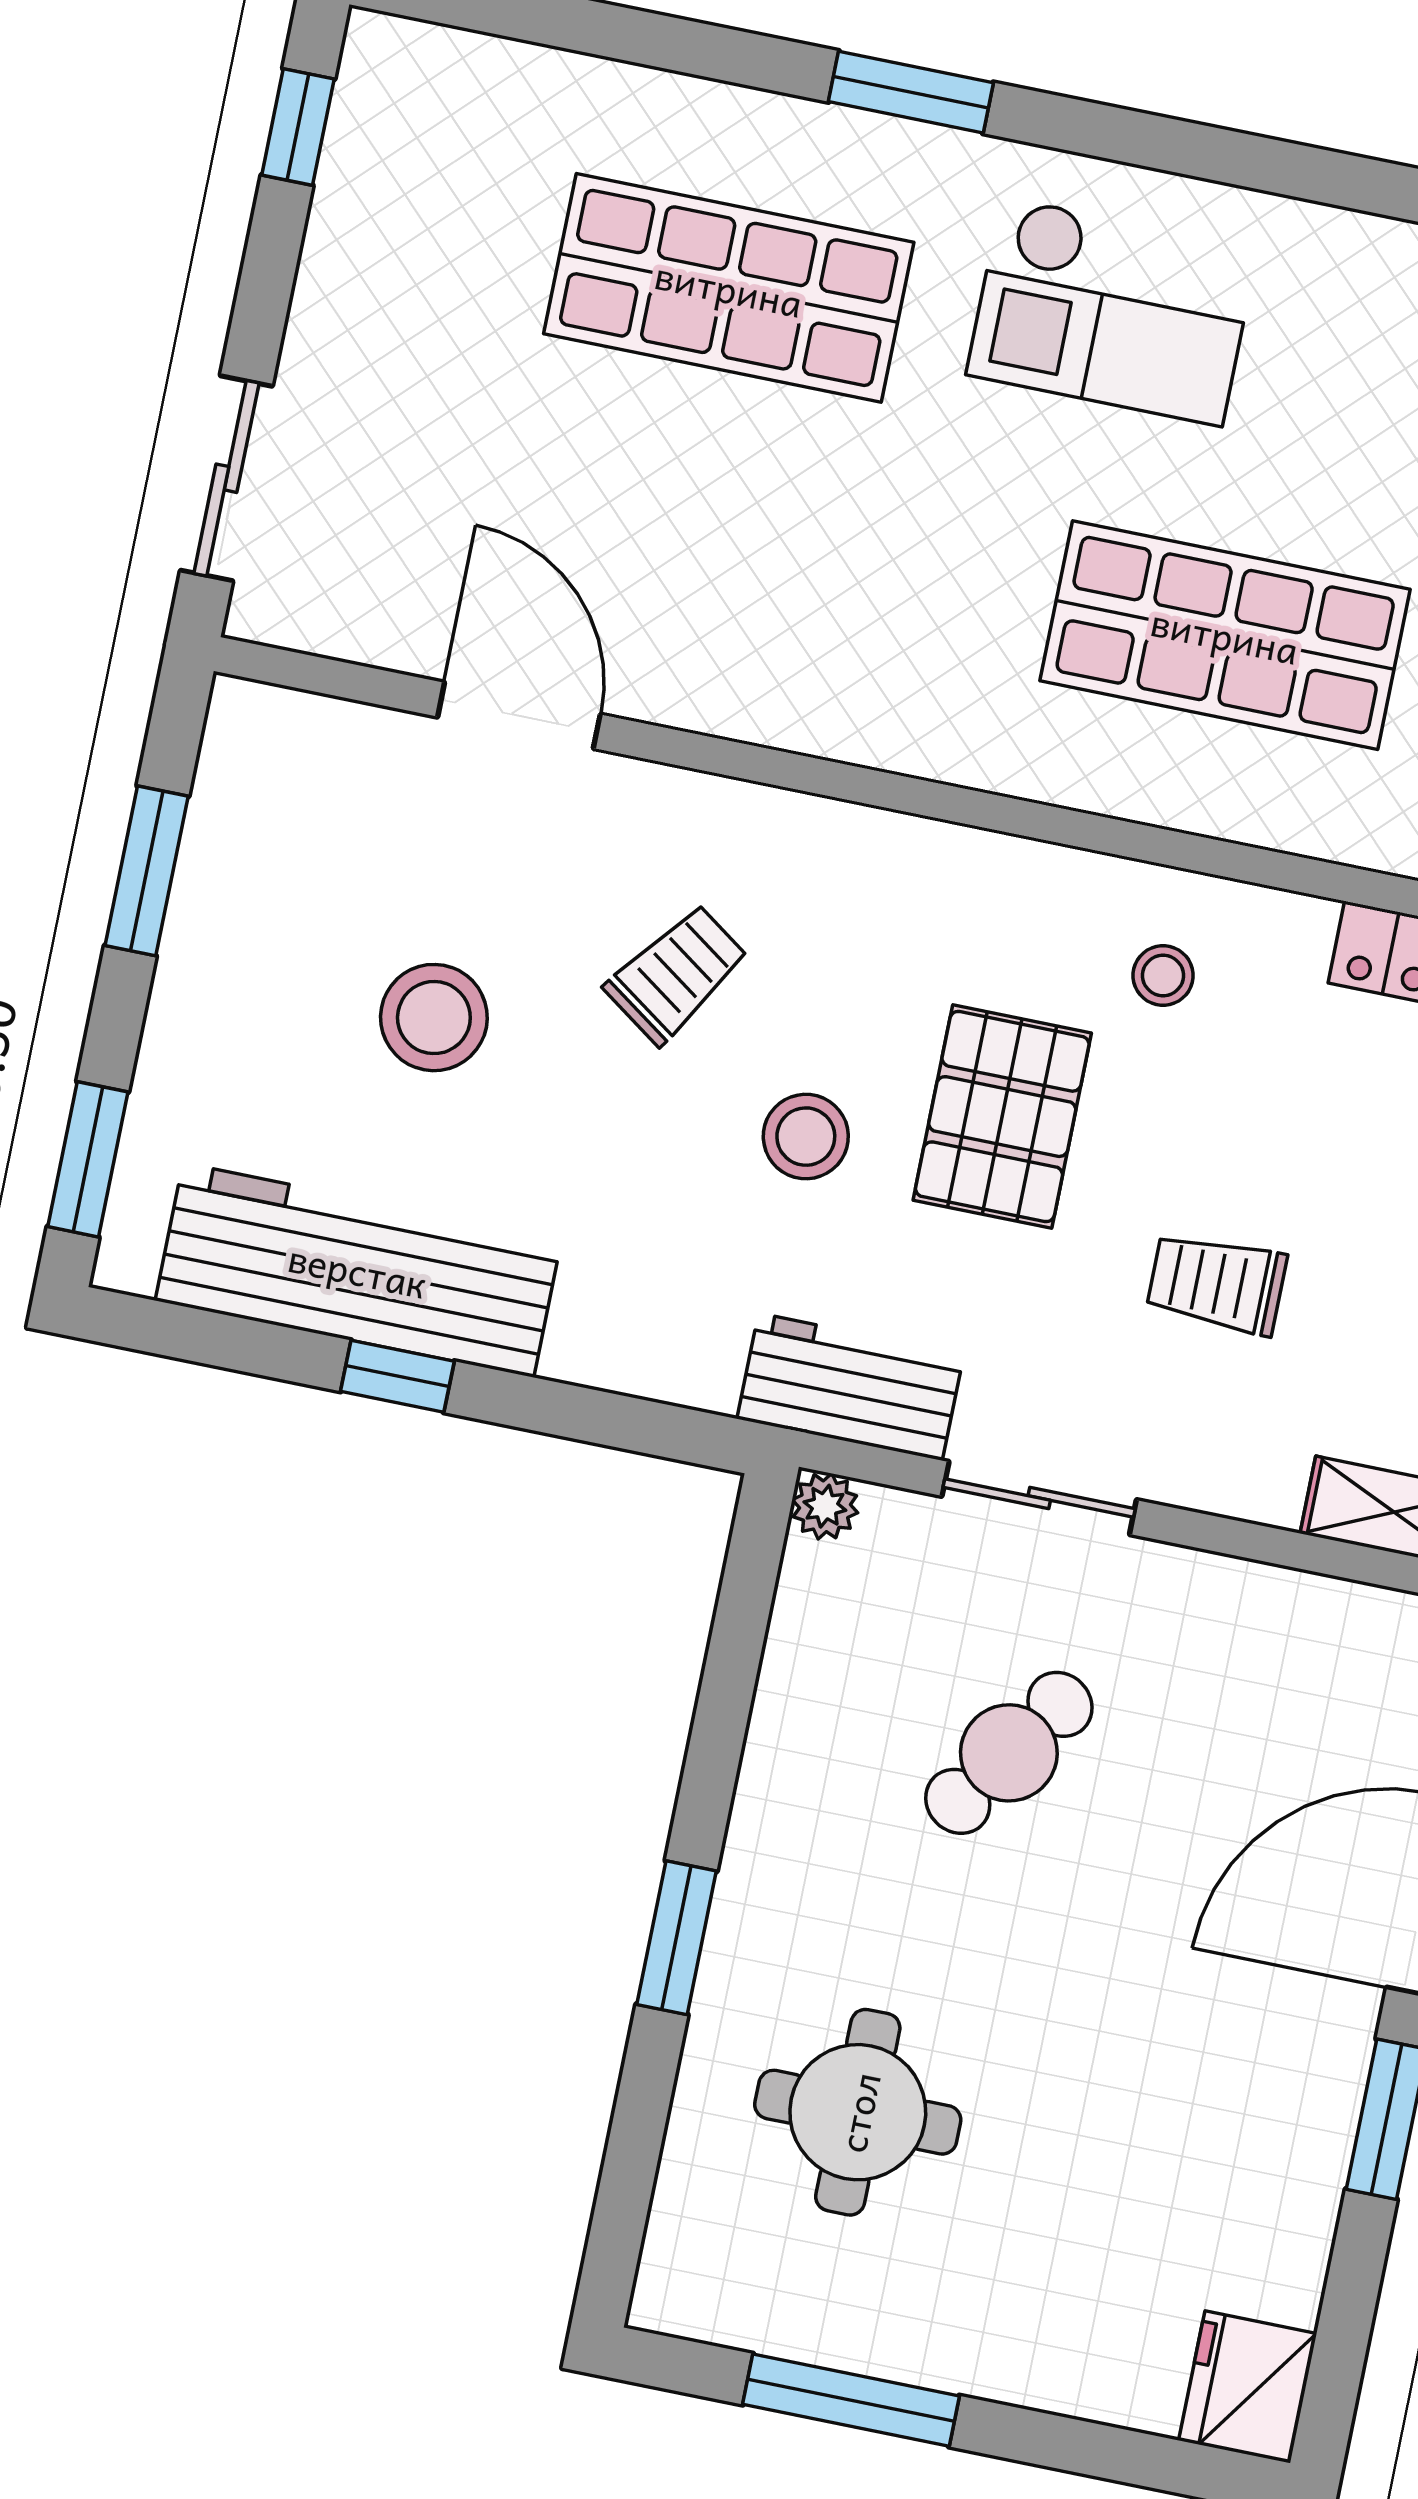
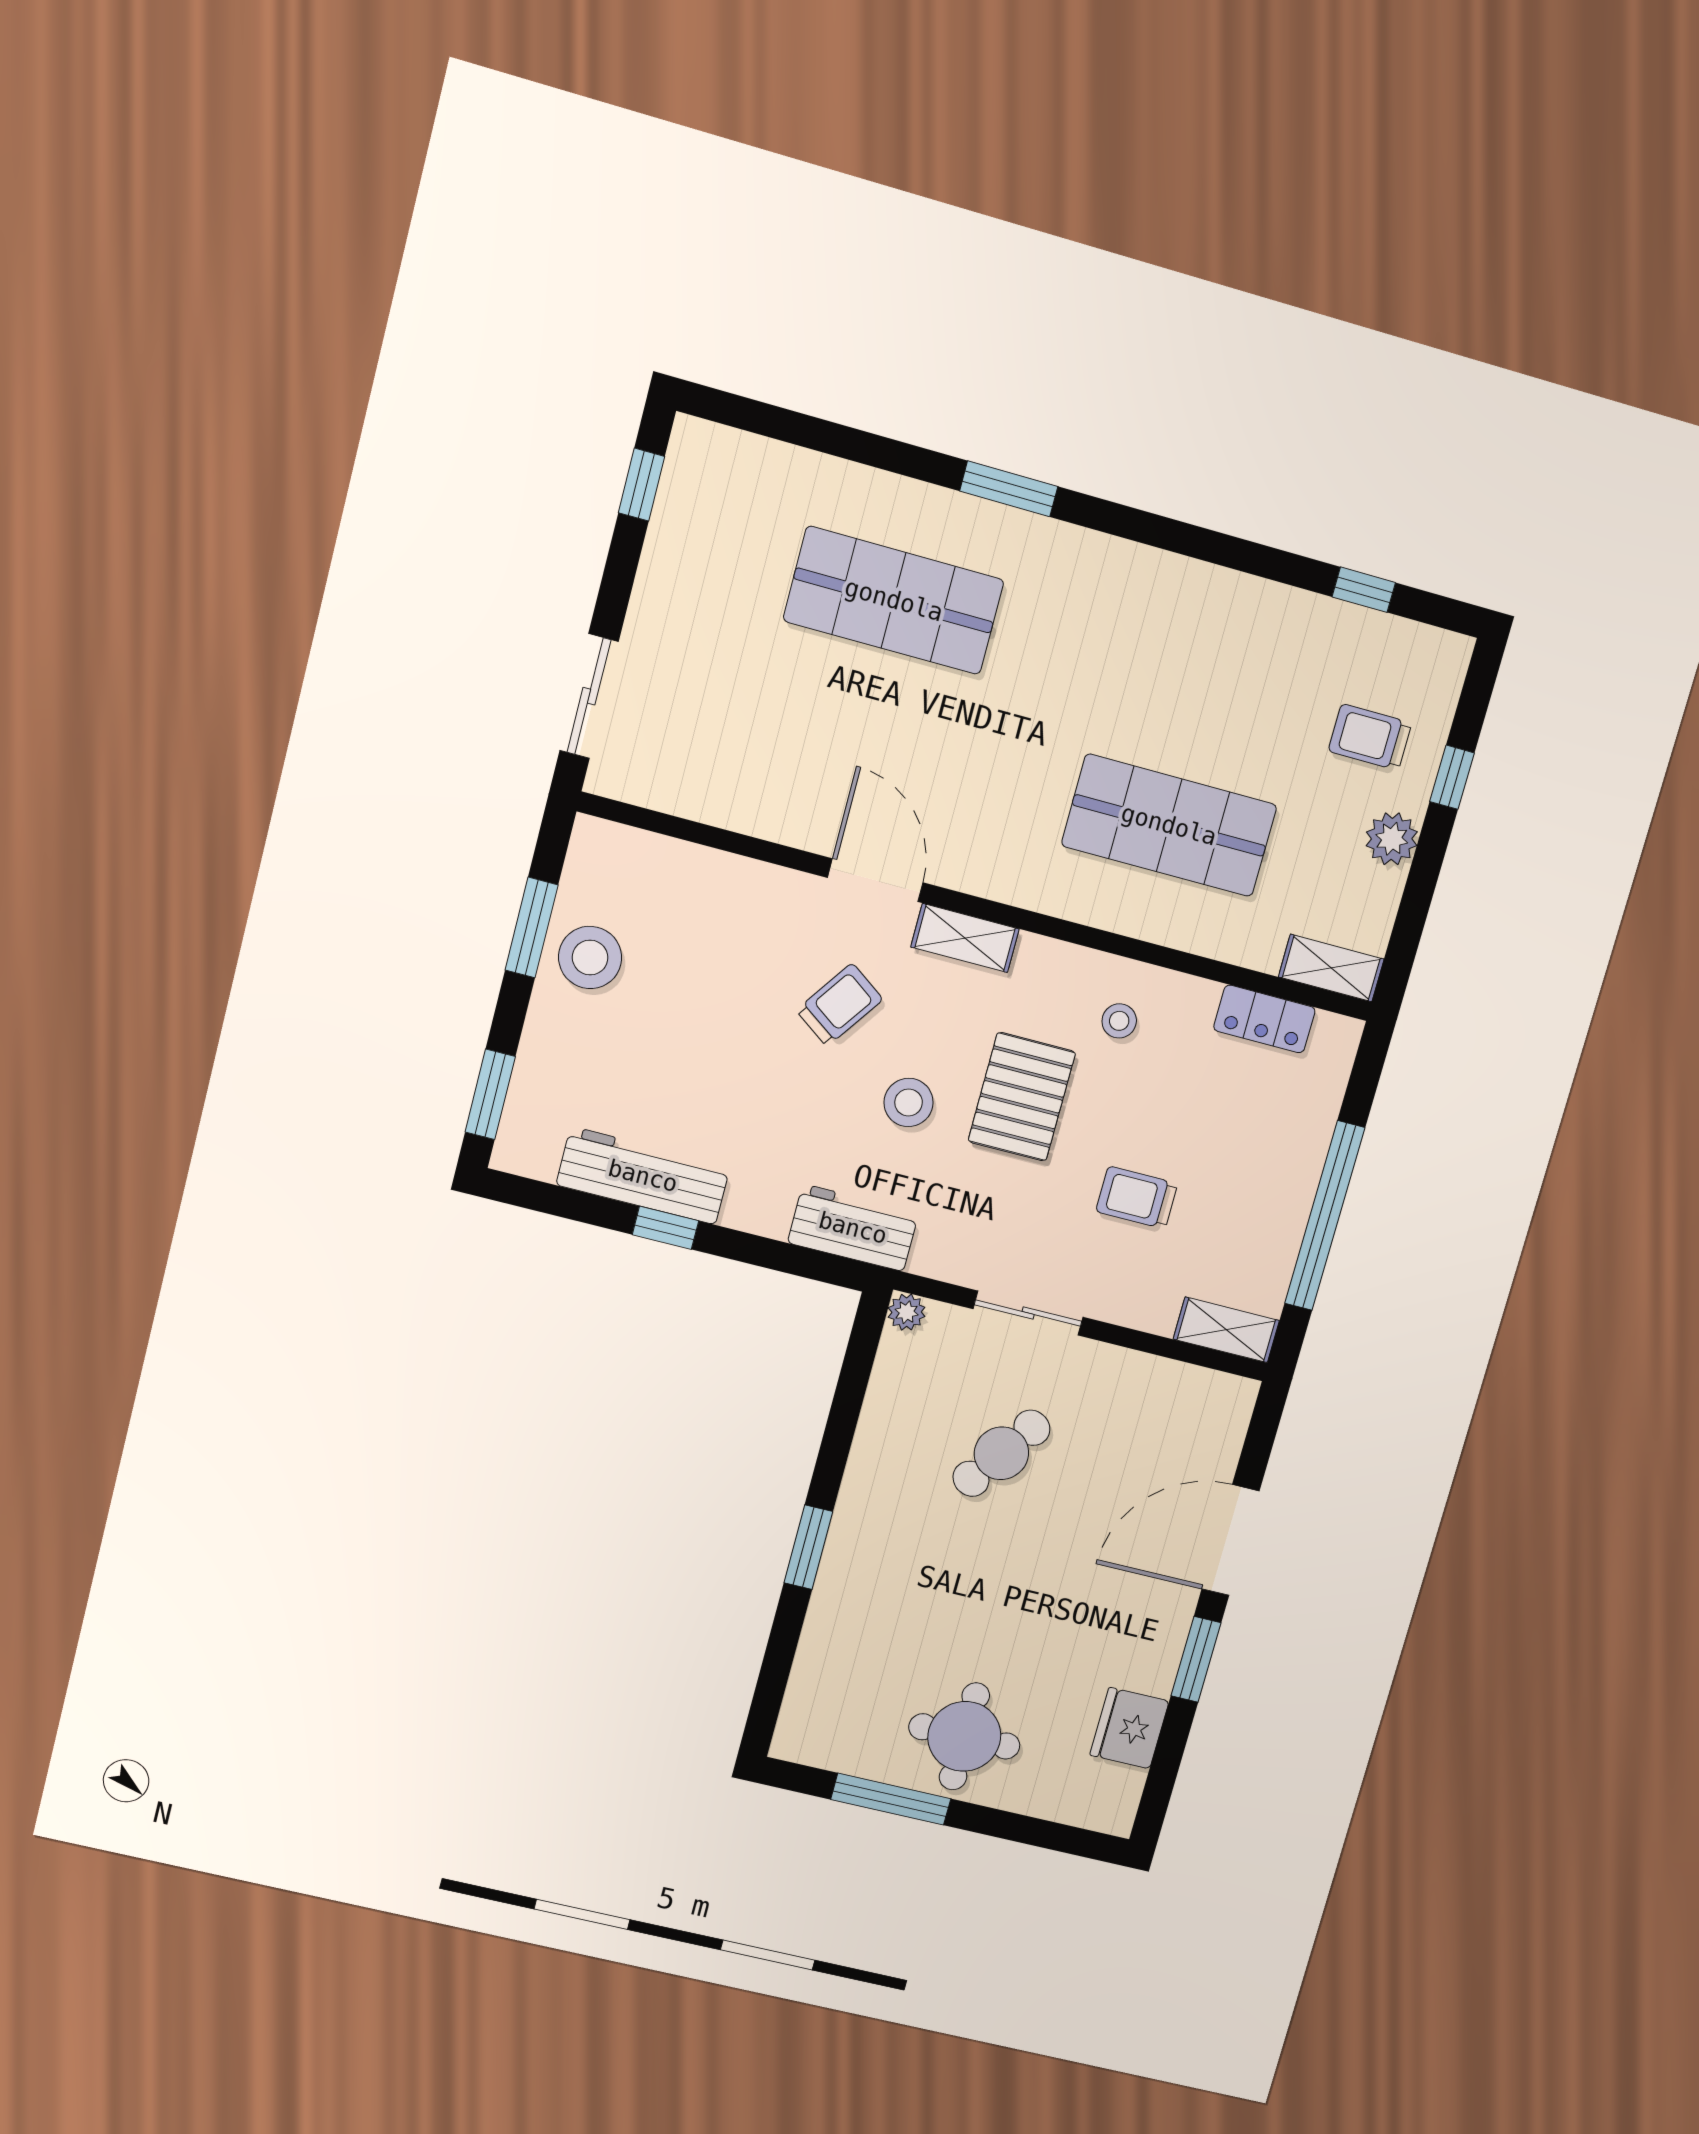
checkout: (1112, 311) -> (1118, 629), removed
door: (519, 715) -> (875, 880), moved
shelving: (886, 847) -> (965, 938), added
stool: (434, 1018) -> (590, 958), moved
workbench: (358, 1270) -> (643, 1176), width x0.73, depth x0.76
workbench: (850, 1387) -> (853, 1228), moved
round table: (858, 2112) -> (964, 1736), moved
fridge: (1248, 2387) -> (1129, 1728), moved

